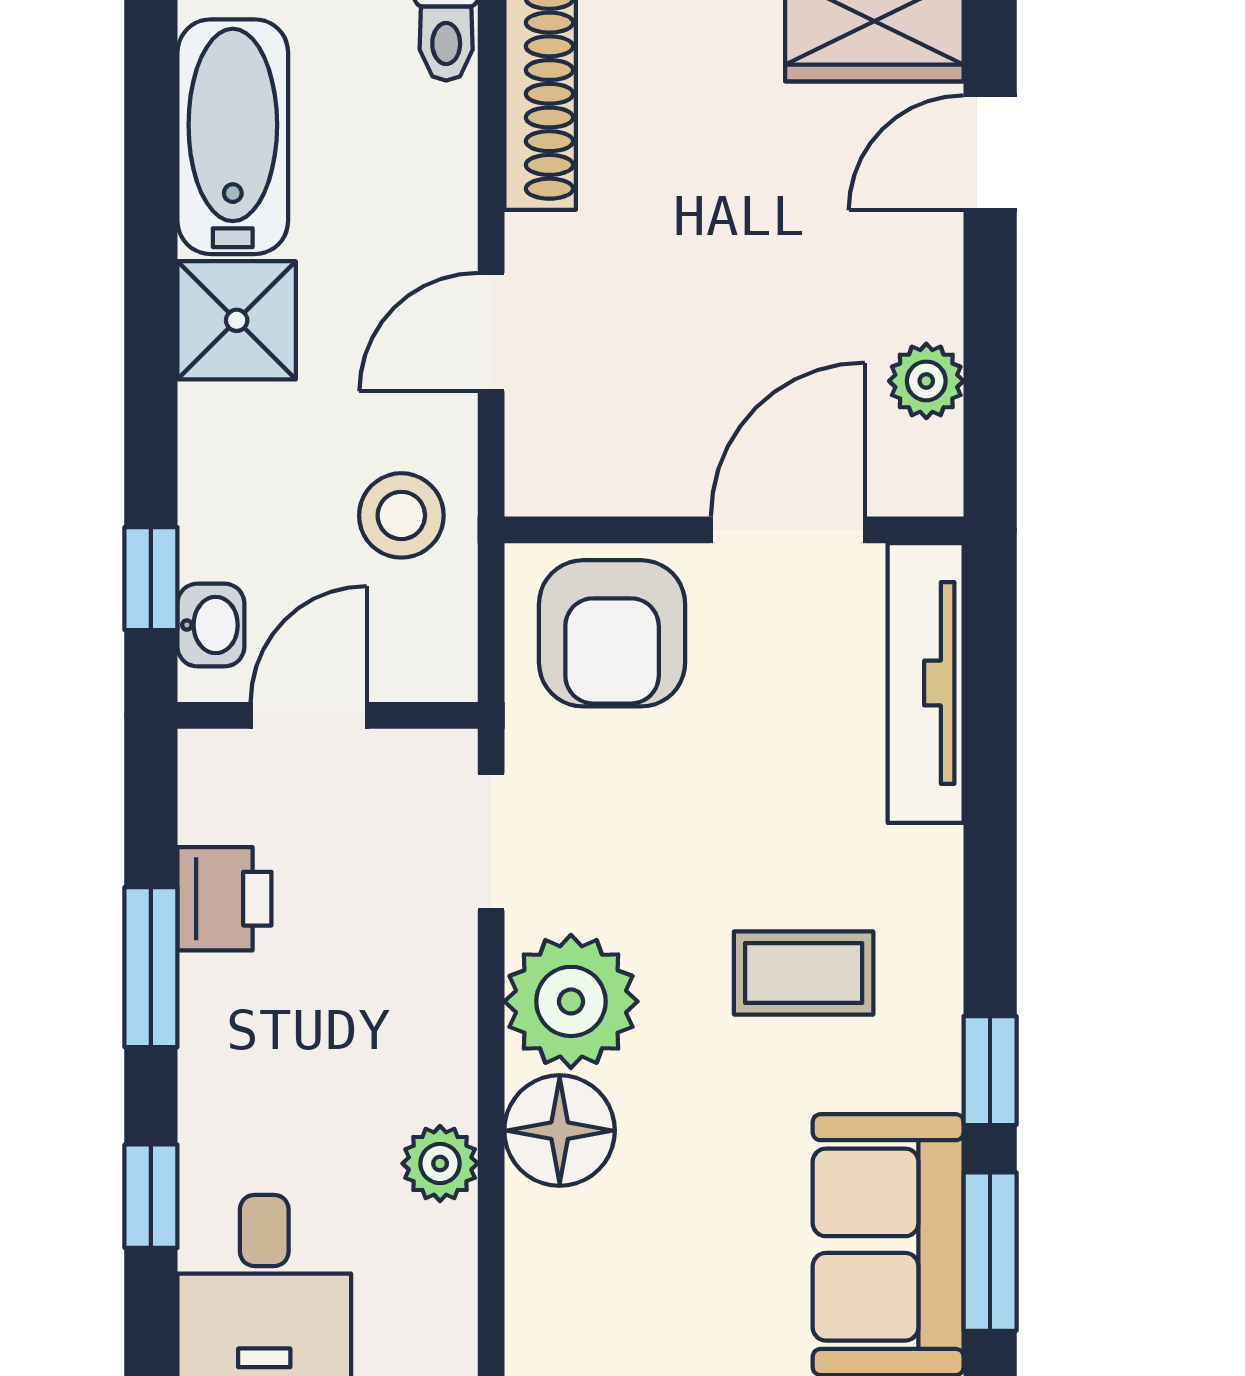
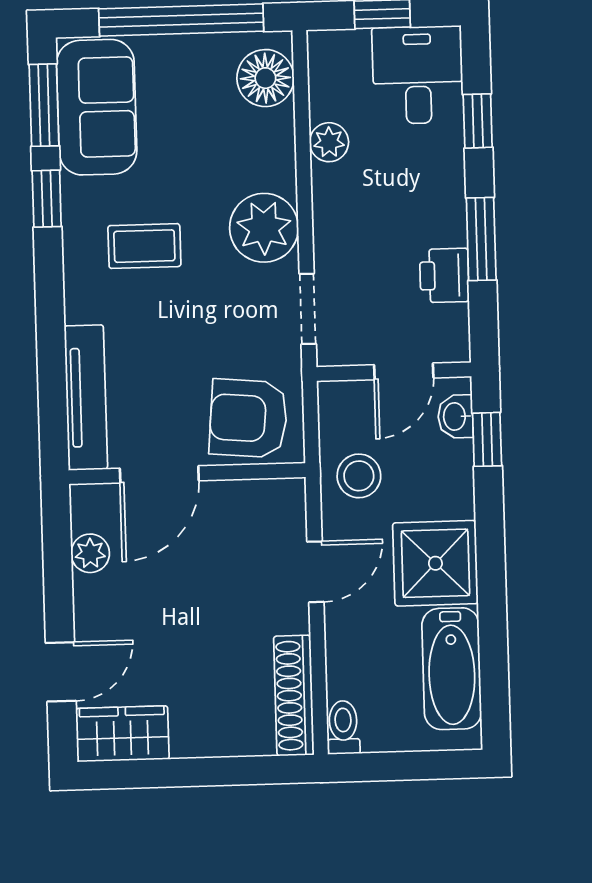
shower: (237, 320) -> (435, 563), width x1.36, depth x1.36
armchair: (612, 633) -> (248, 418), turned -85
floor lamp: (560, 1131) -> (265, 78), moved

